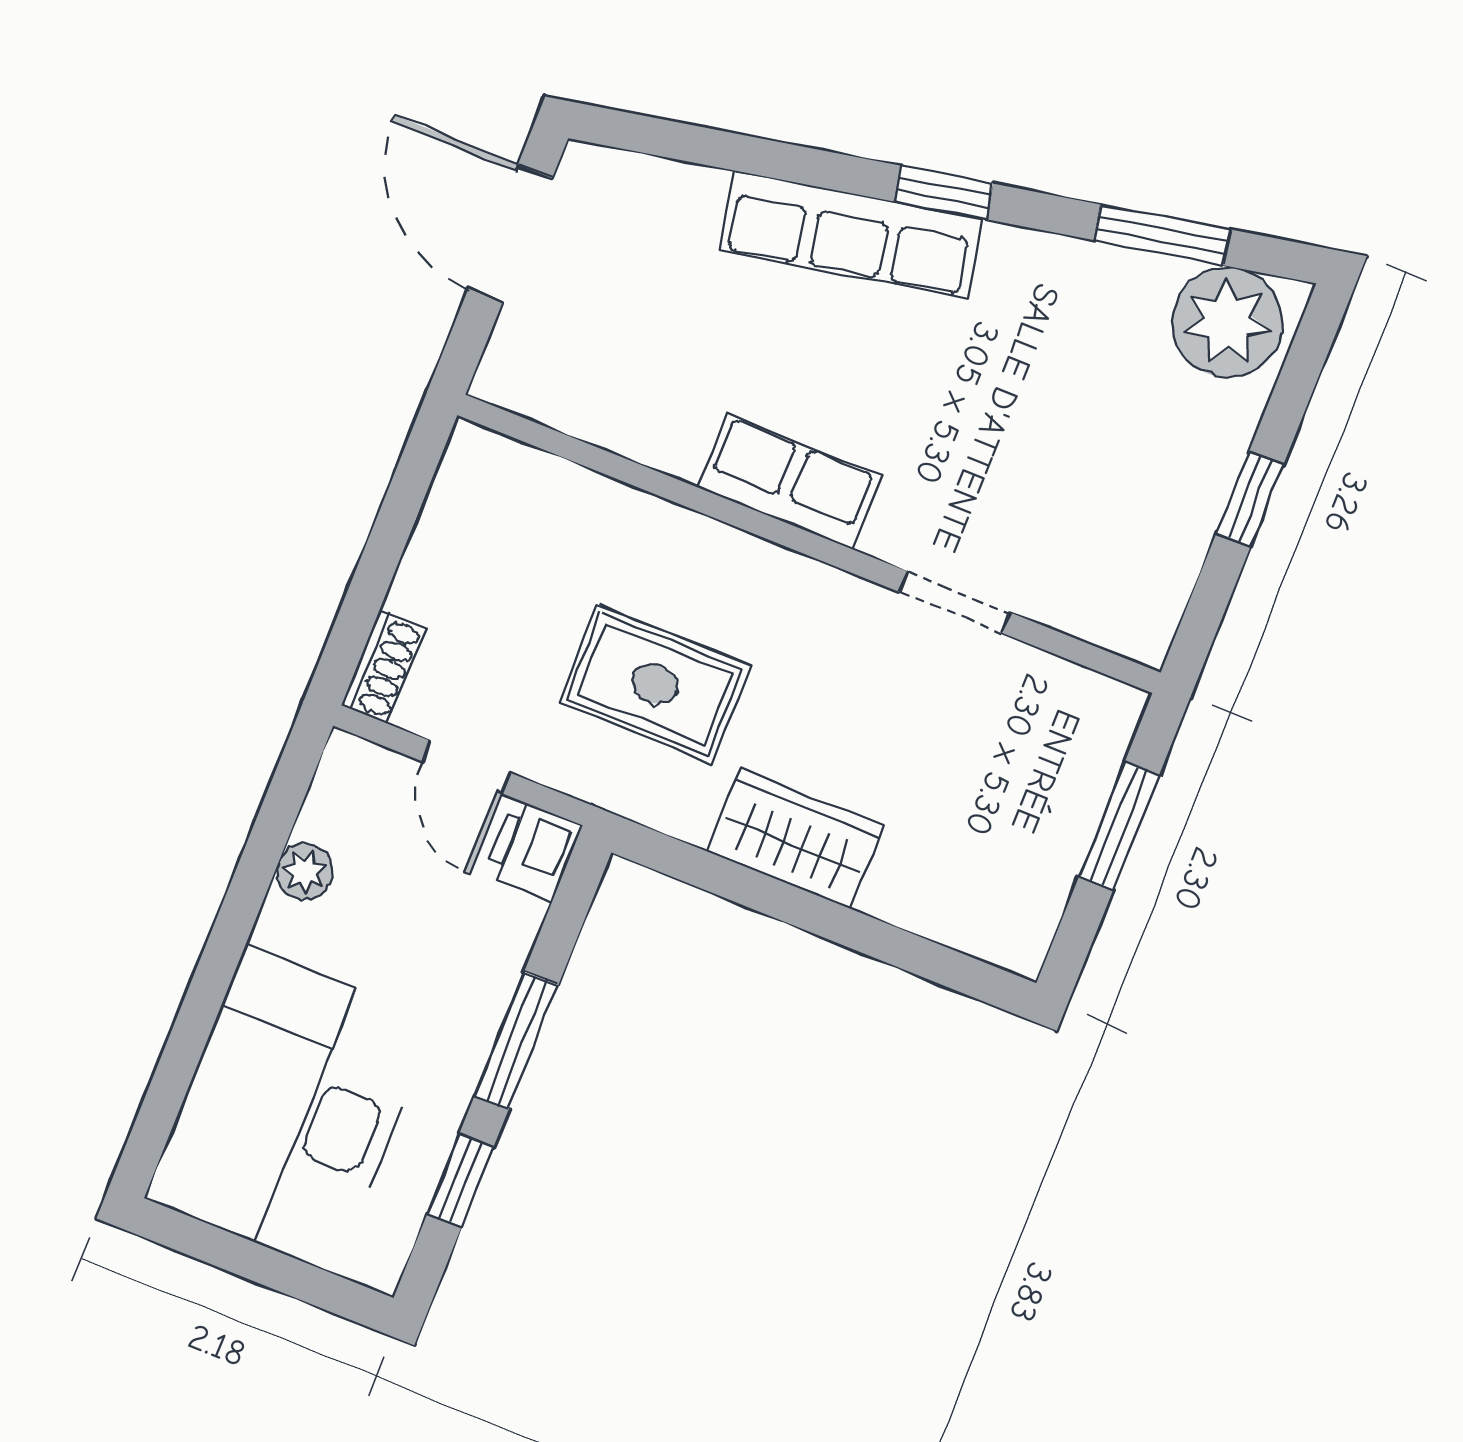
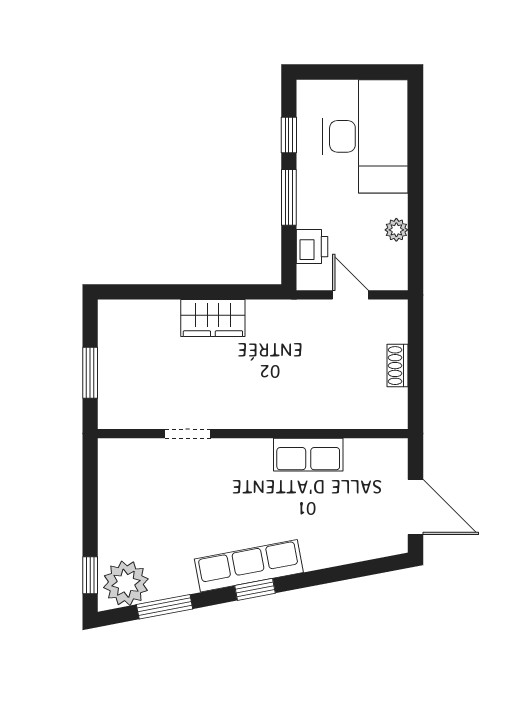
row of seats: (850, 235) -> (249, 566), moved
row of seats: (790, 481) -> (308, 455), moved
window: (1250, 499) -> (90, 575), moved
shoe rack: (384, 667) -> (398, 366), moved
rug: (655, 684) -> (291, 356), removed
printer: (533, 850) -> (312, 247), moved

